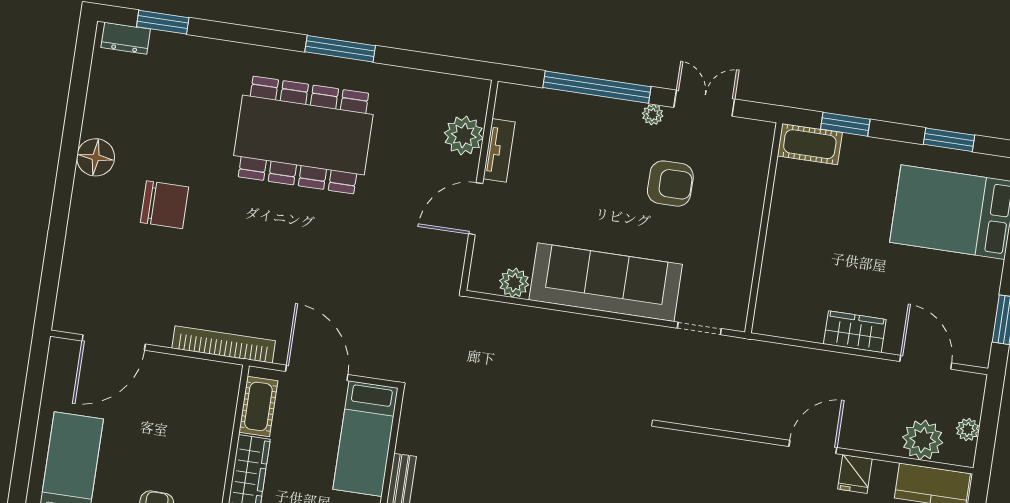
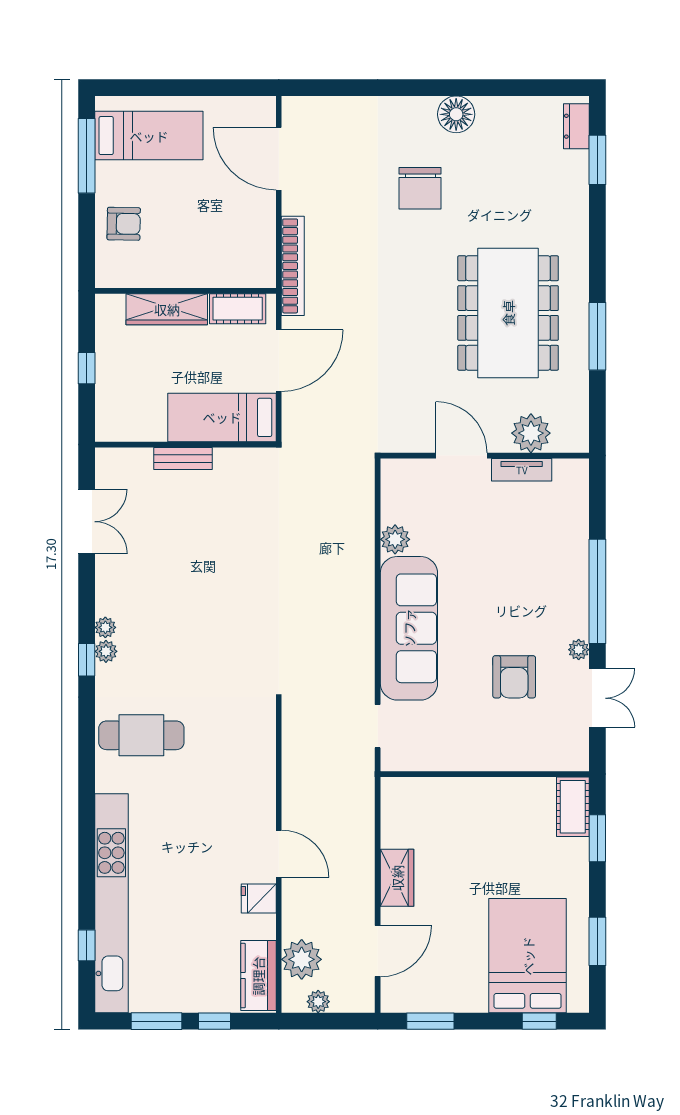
plant: (464, 135) -> (531, 433), moved
tv unit: (499, 150) -> (522, 470), moved
wall: (479, 185) -> (485, 456), moved
door: (476, 209) -> (461, 456), moved

